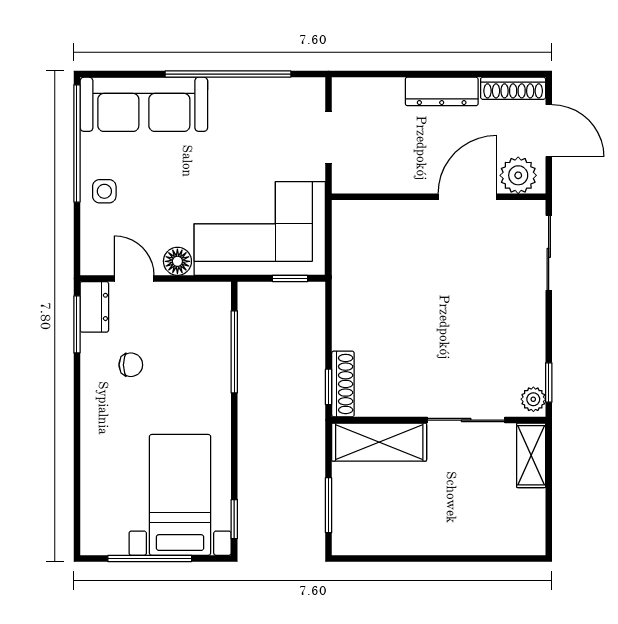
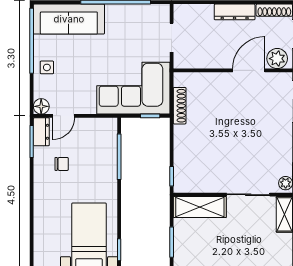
floor lamp: (177, 261) -> (41, 106), moved
door: (134, 278) -> (64, 116), swing flipped
shoe rack: (343, 384) -> (180, 106), moved

